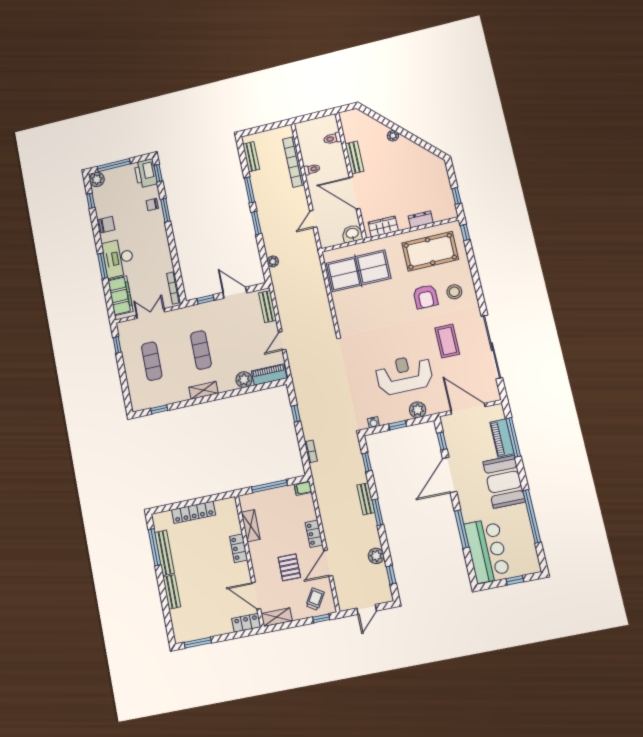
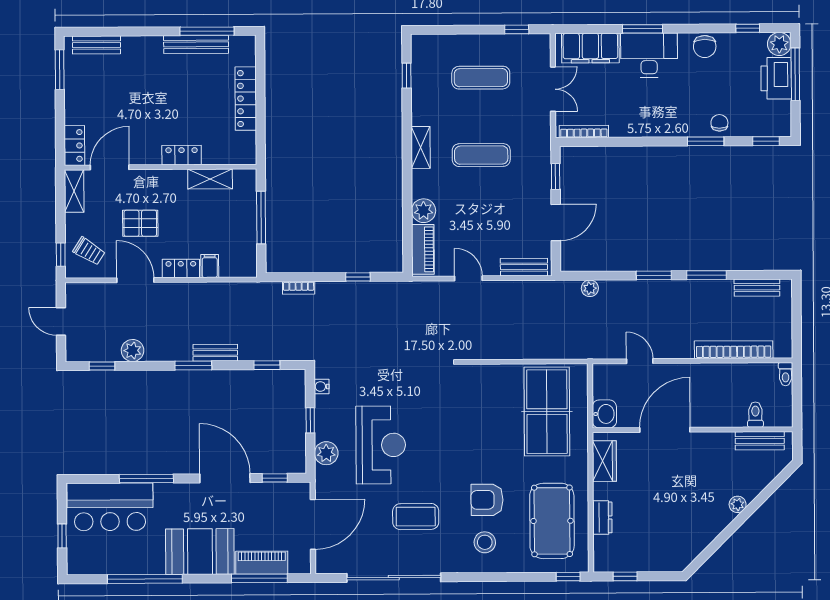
bench: (354, 158) -> (760, 441), moved
toilet: (312, 169) -> (786, 374), moved
printer: (146, 173) -> (776, 78), moved, turned -90
filing cabinet: (303, 488) -> (210, 266), moved
bench: (172, 592) -> (96, 45), moved

